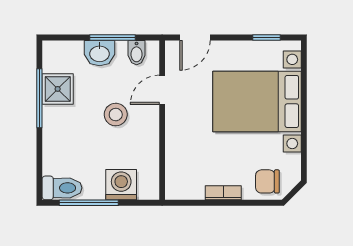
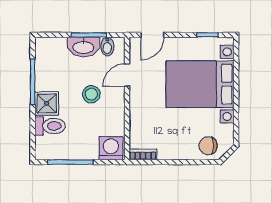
washbasin: (100, 53) -> (83, 47), width x1.38
shower: (58, 89) -> (47, 103), moved
washing machine: (121, 185) -> (111, 148), moved
toilet: (62, 188) -> (50, 126), moved
bookcase: (223, 193) -> (143, 154), moved

